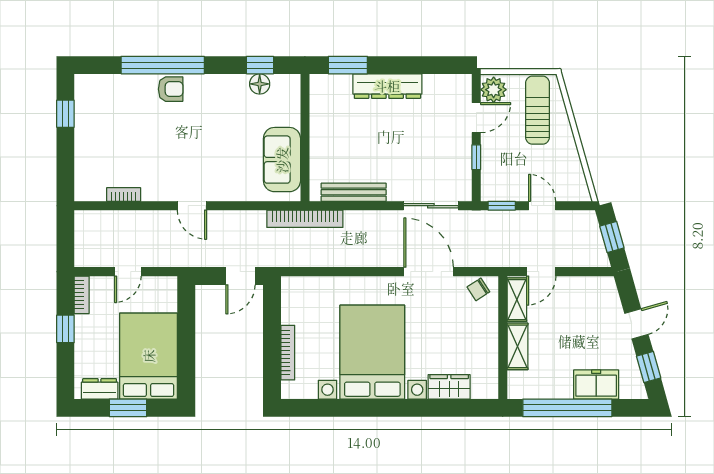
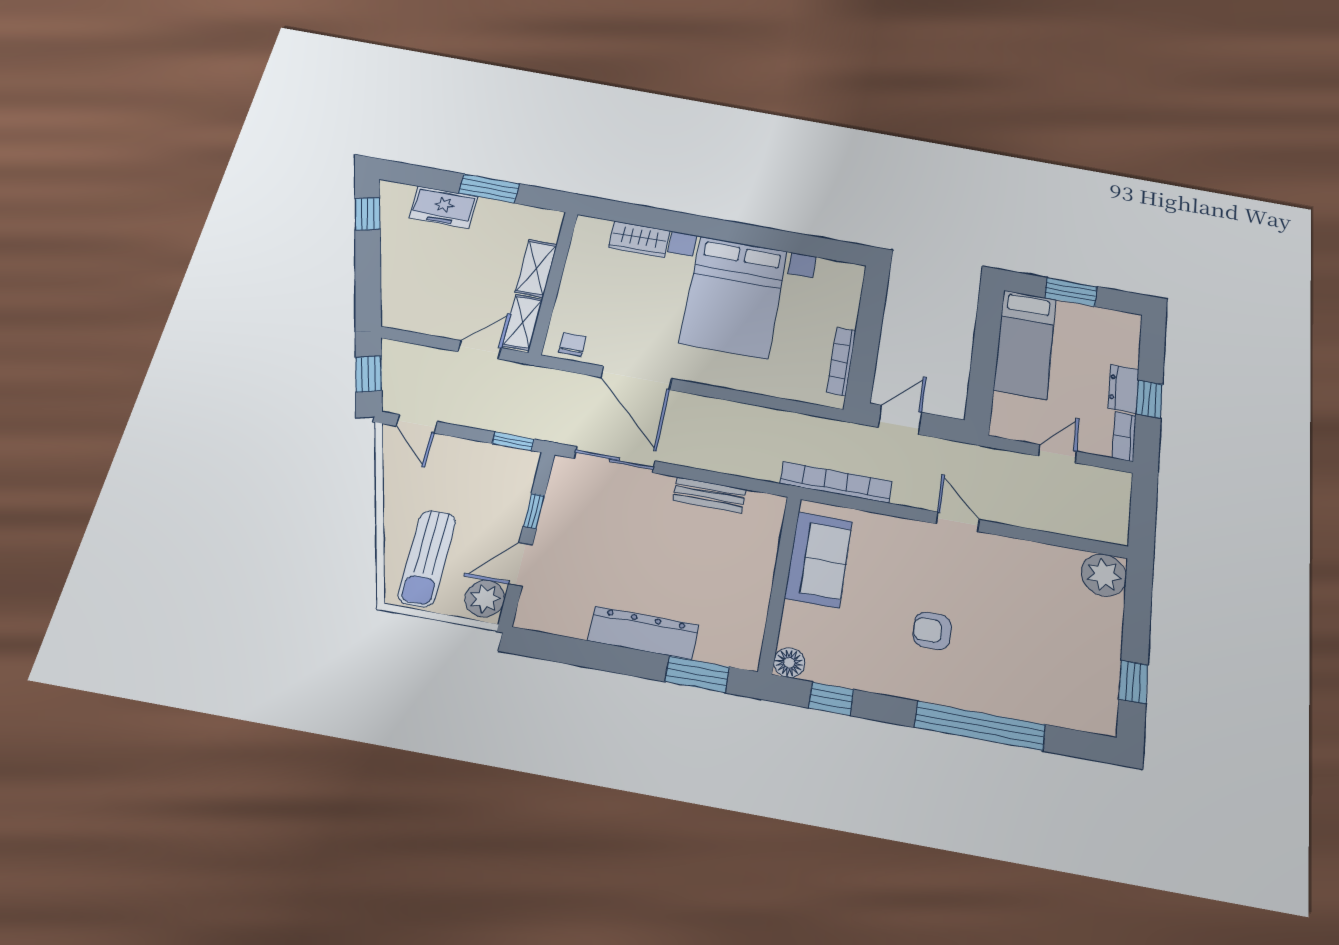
floor lamp: (260, 84) -> (789, 663), moved
armchair: (171, 89) -> (932, 631), moved
plant: (90, 186) -> (1104, 575), added
bench: (354, 192) -> (709, 495), width x0.73
bookcase: (124, 195) -> (1055, 554), removed
door: (542, 206) -> (417, 424), moved
bookcase: (305, 219) -> (836, 482), moved
chair: (478, 289) -> (572, 344), turned -57
door: (636, 324) -> (368, 265), removed
bookcase: (288, 353) -> (841, 361), moved
bed: (149, 356) -> (1025, 344), width x0.67
dresser: (100, 389) -> (1123, 389), moved, turned 90
window: (567, 408) -> (489, 188), width x0.47

